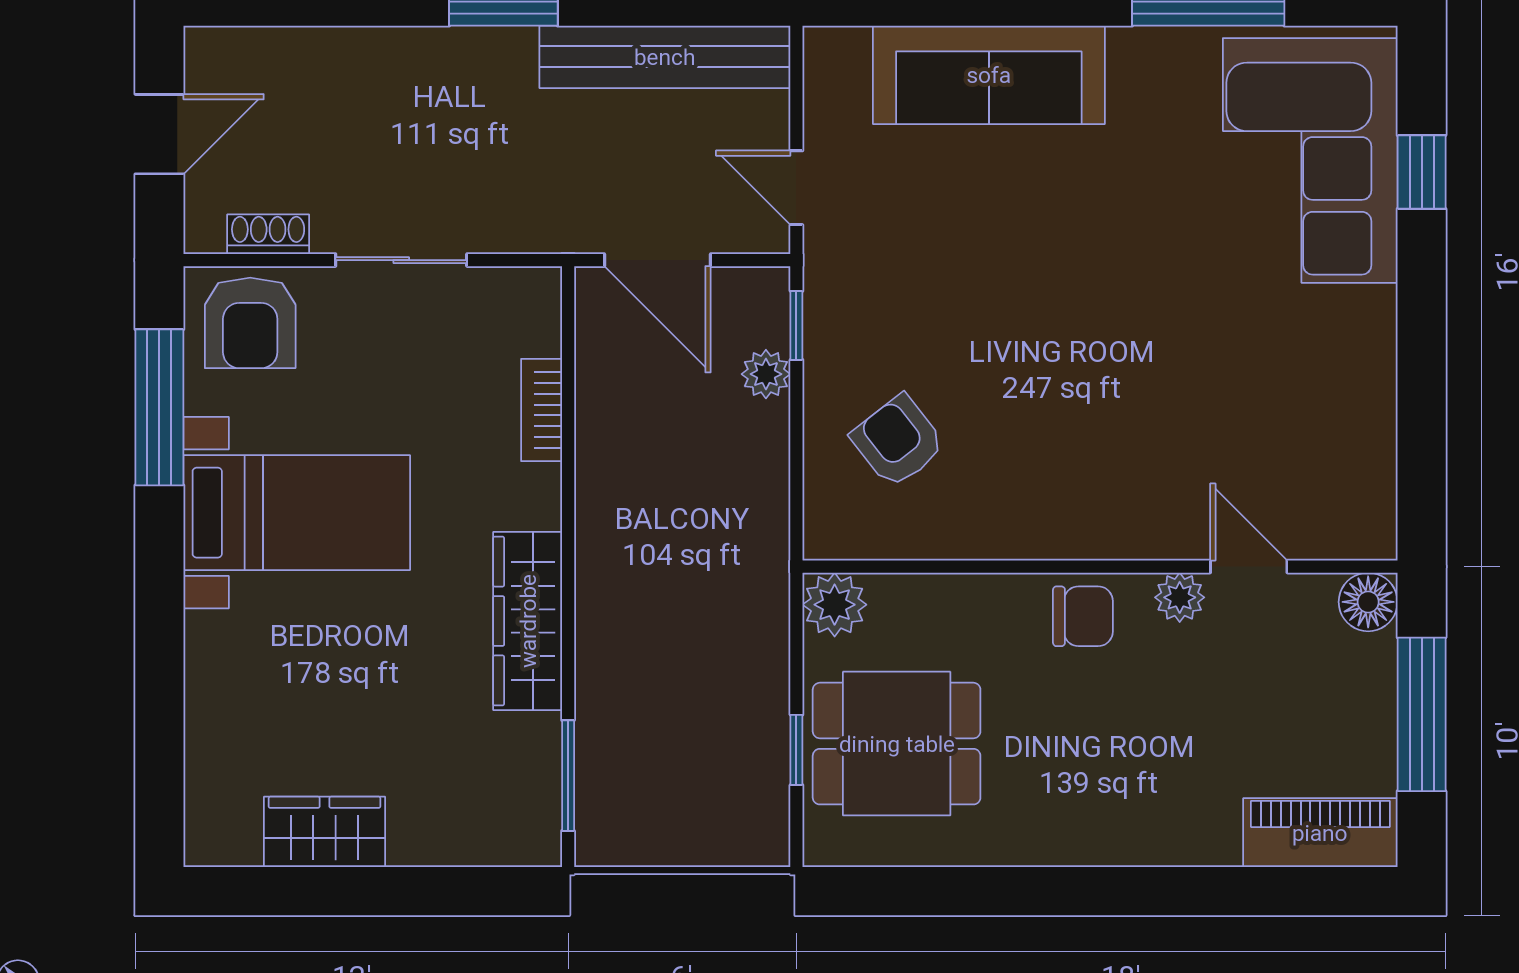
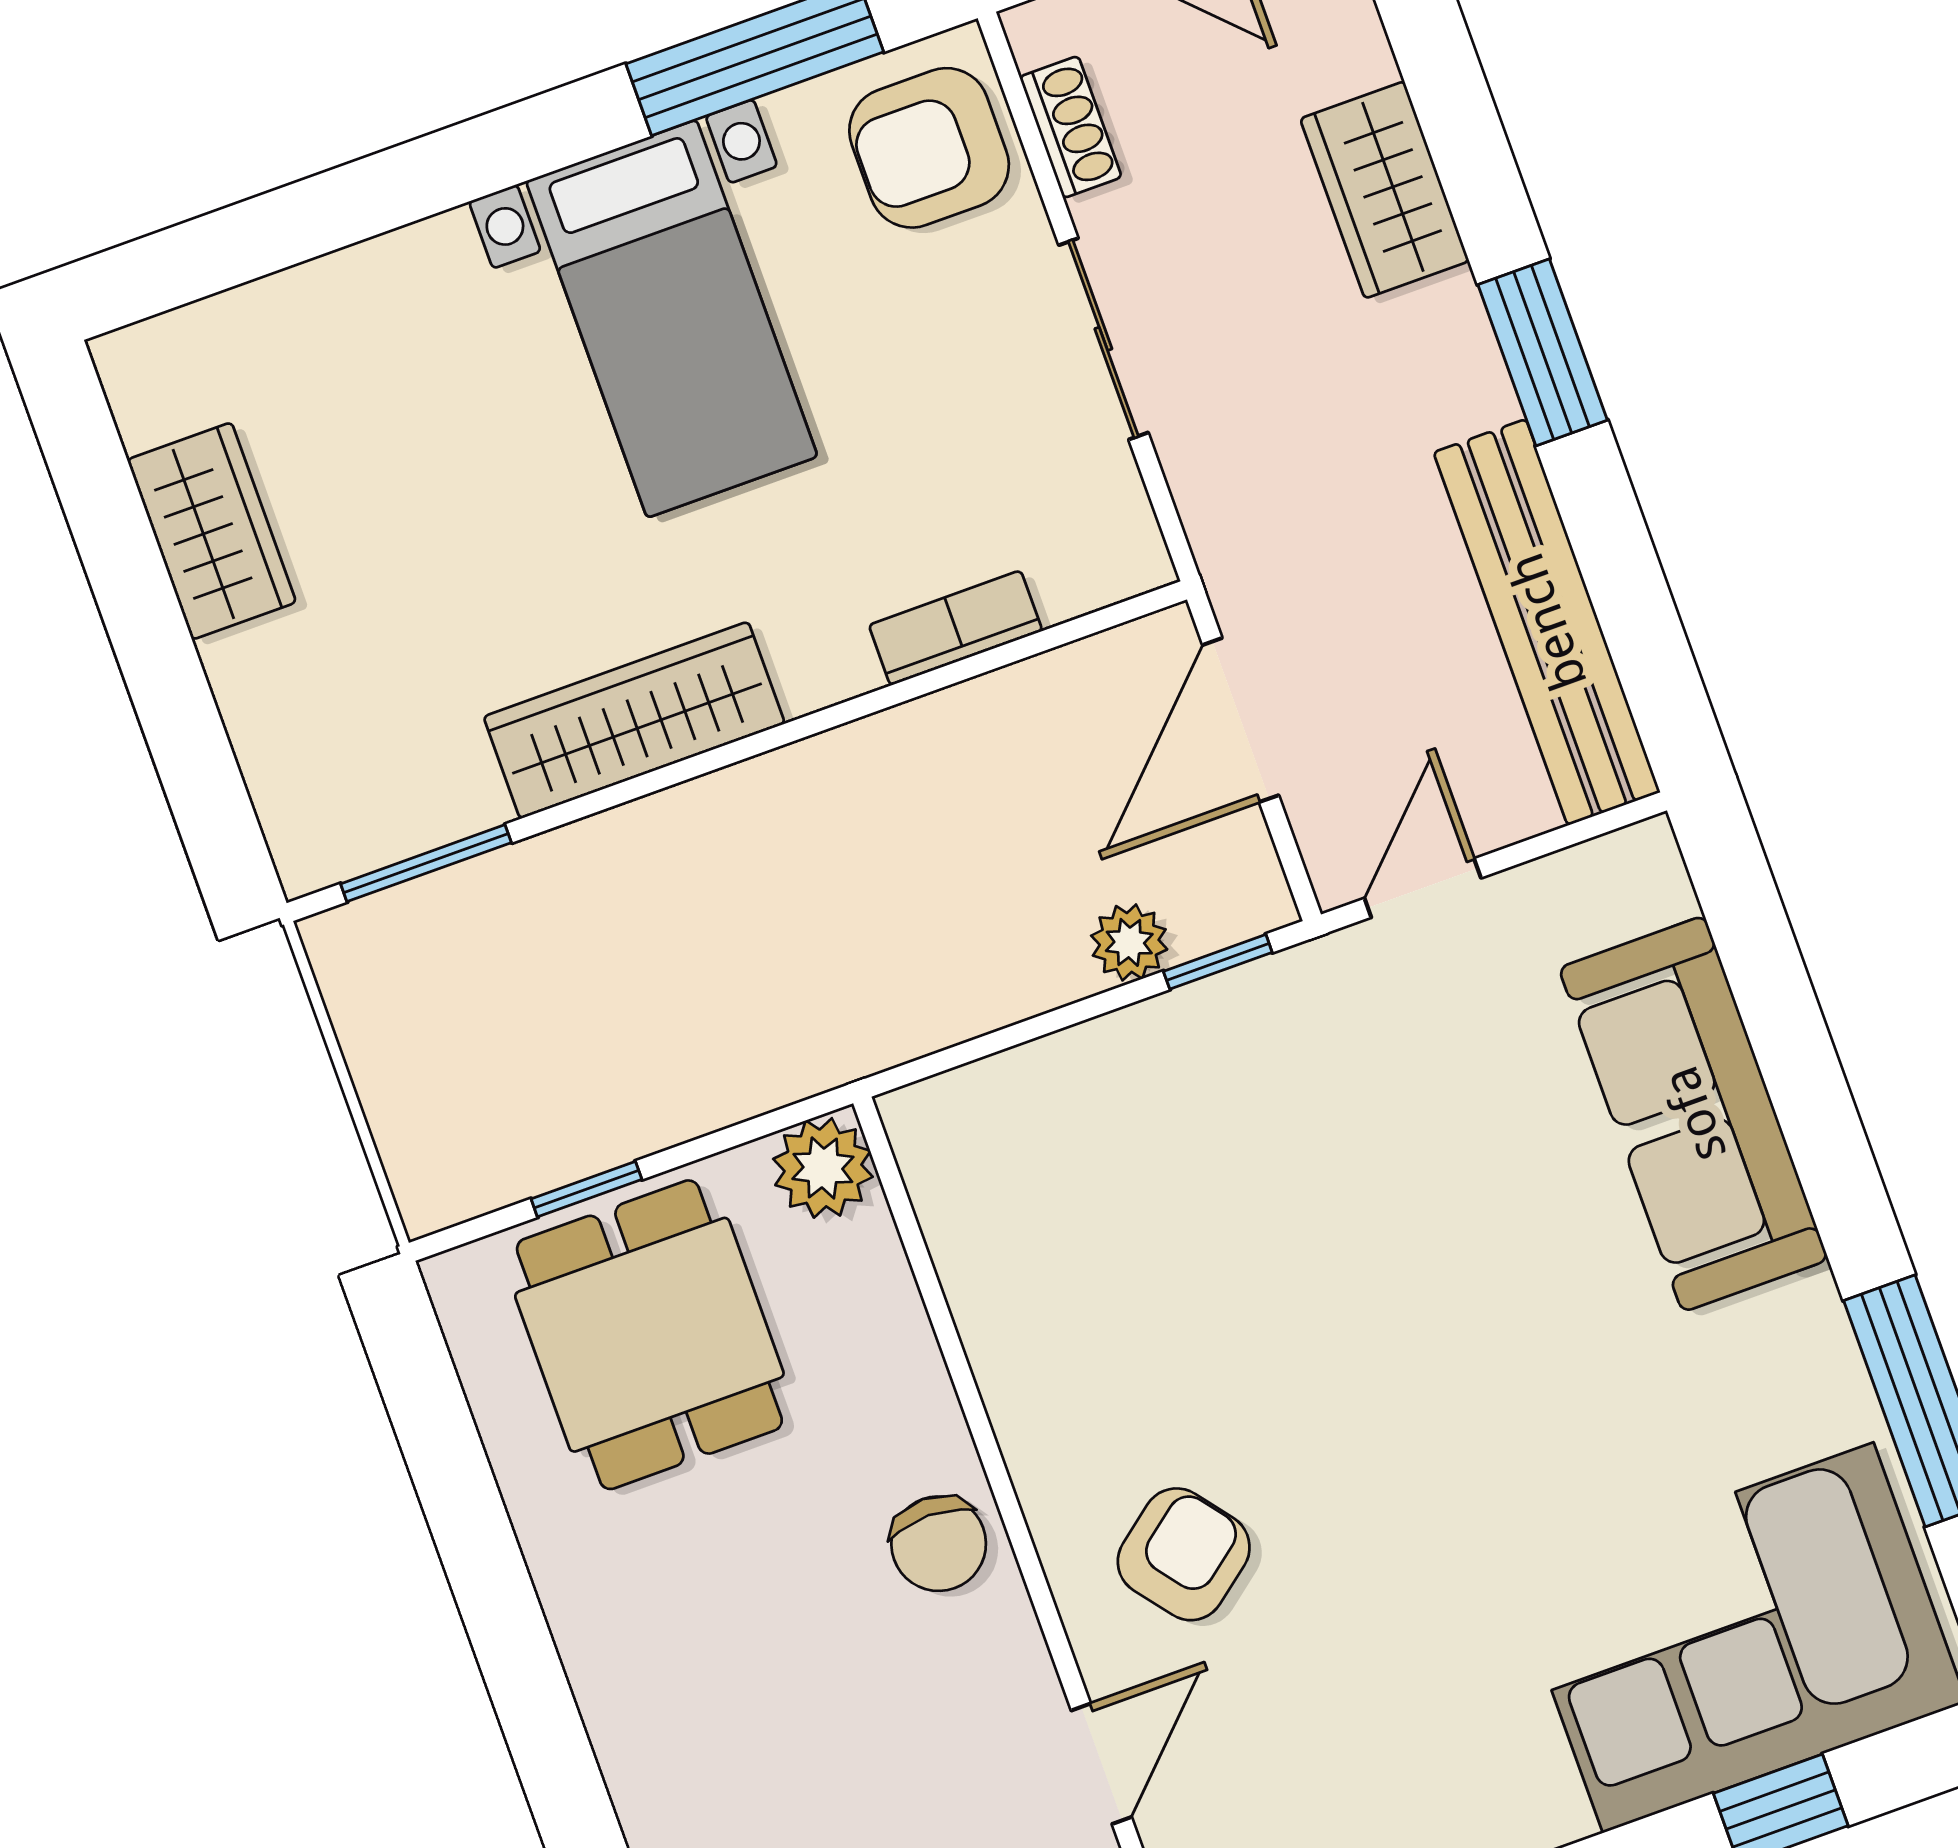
wardrobe: (373, 61) -> (1385, 190), added
armchair: (898, 441) -> (1184, 1554), moved
plant: (1180, 597) -> (1018, 1678), removed

